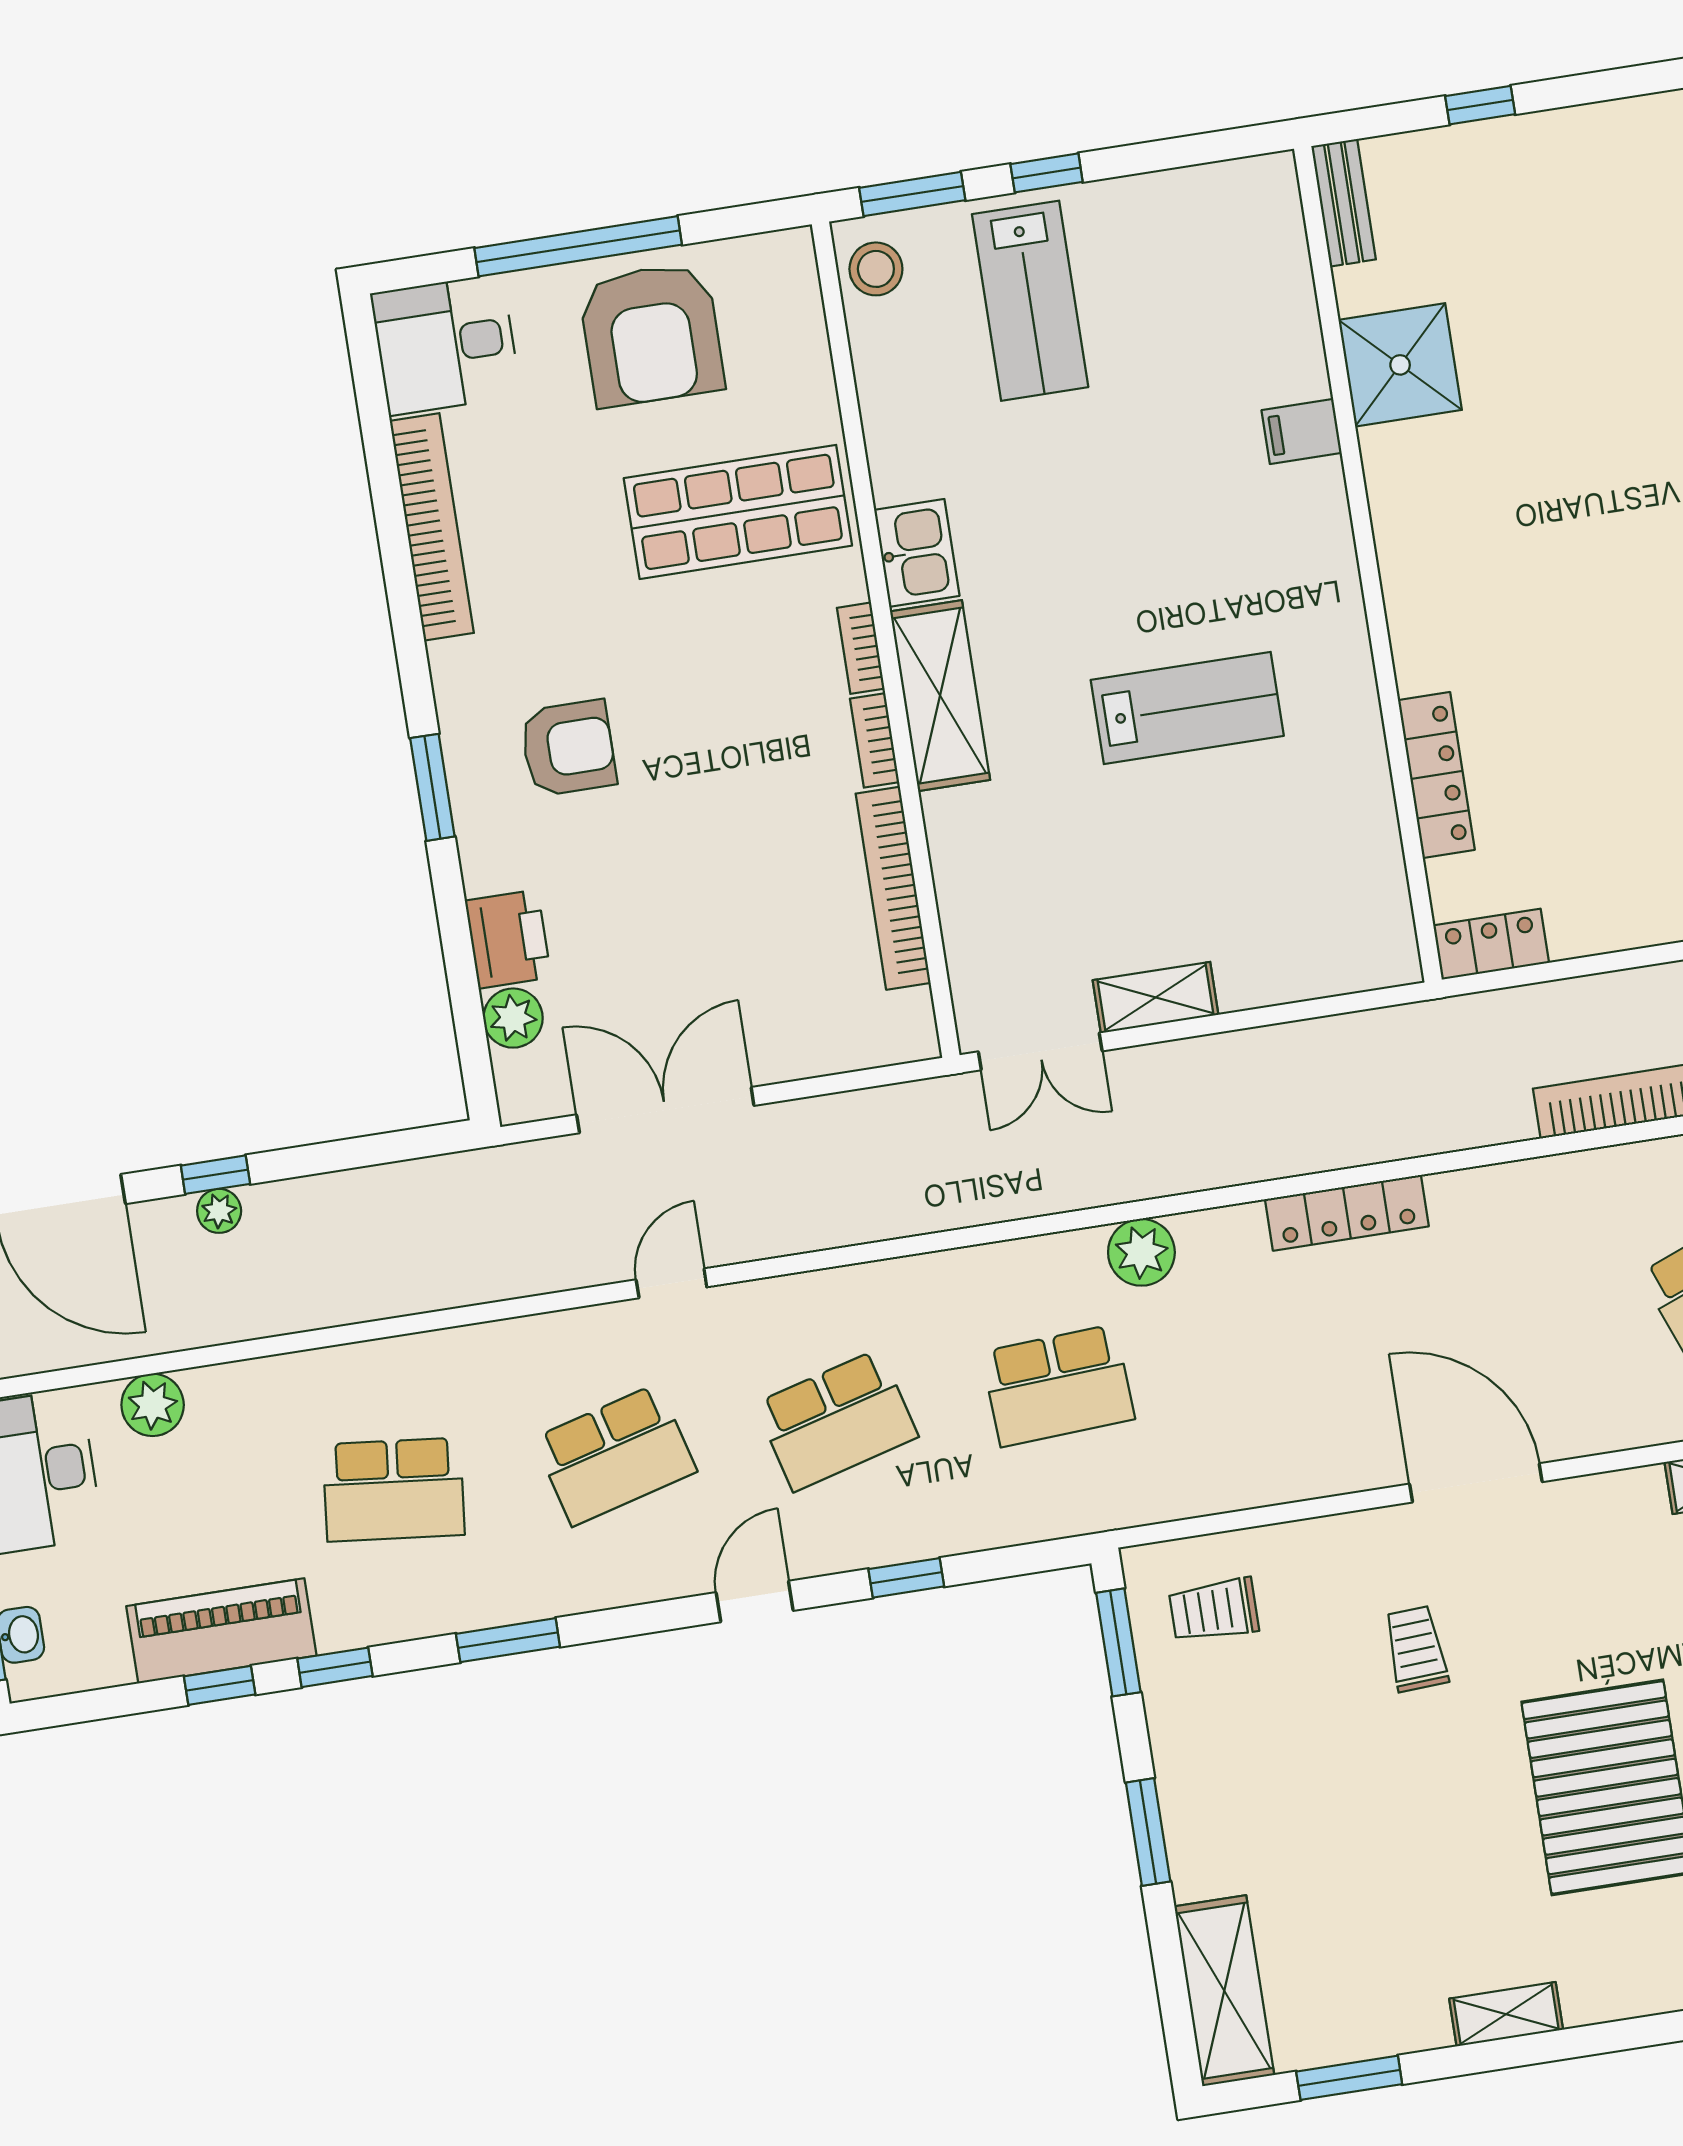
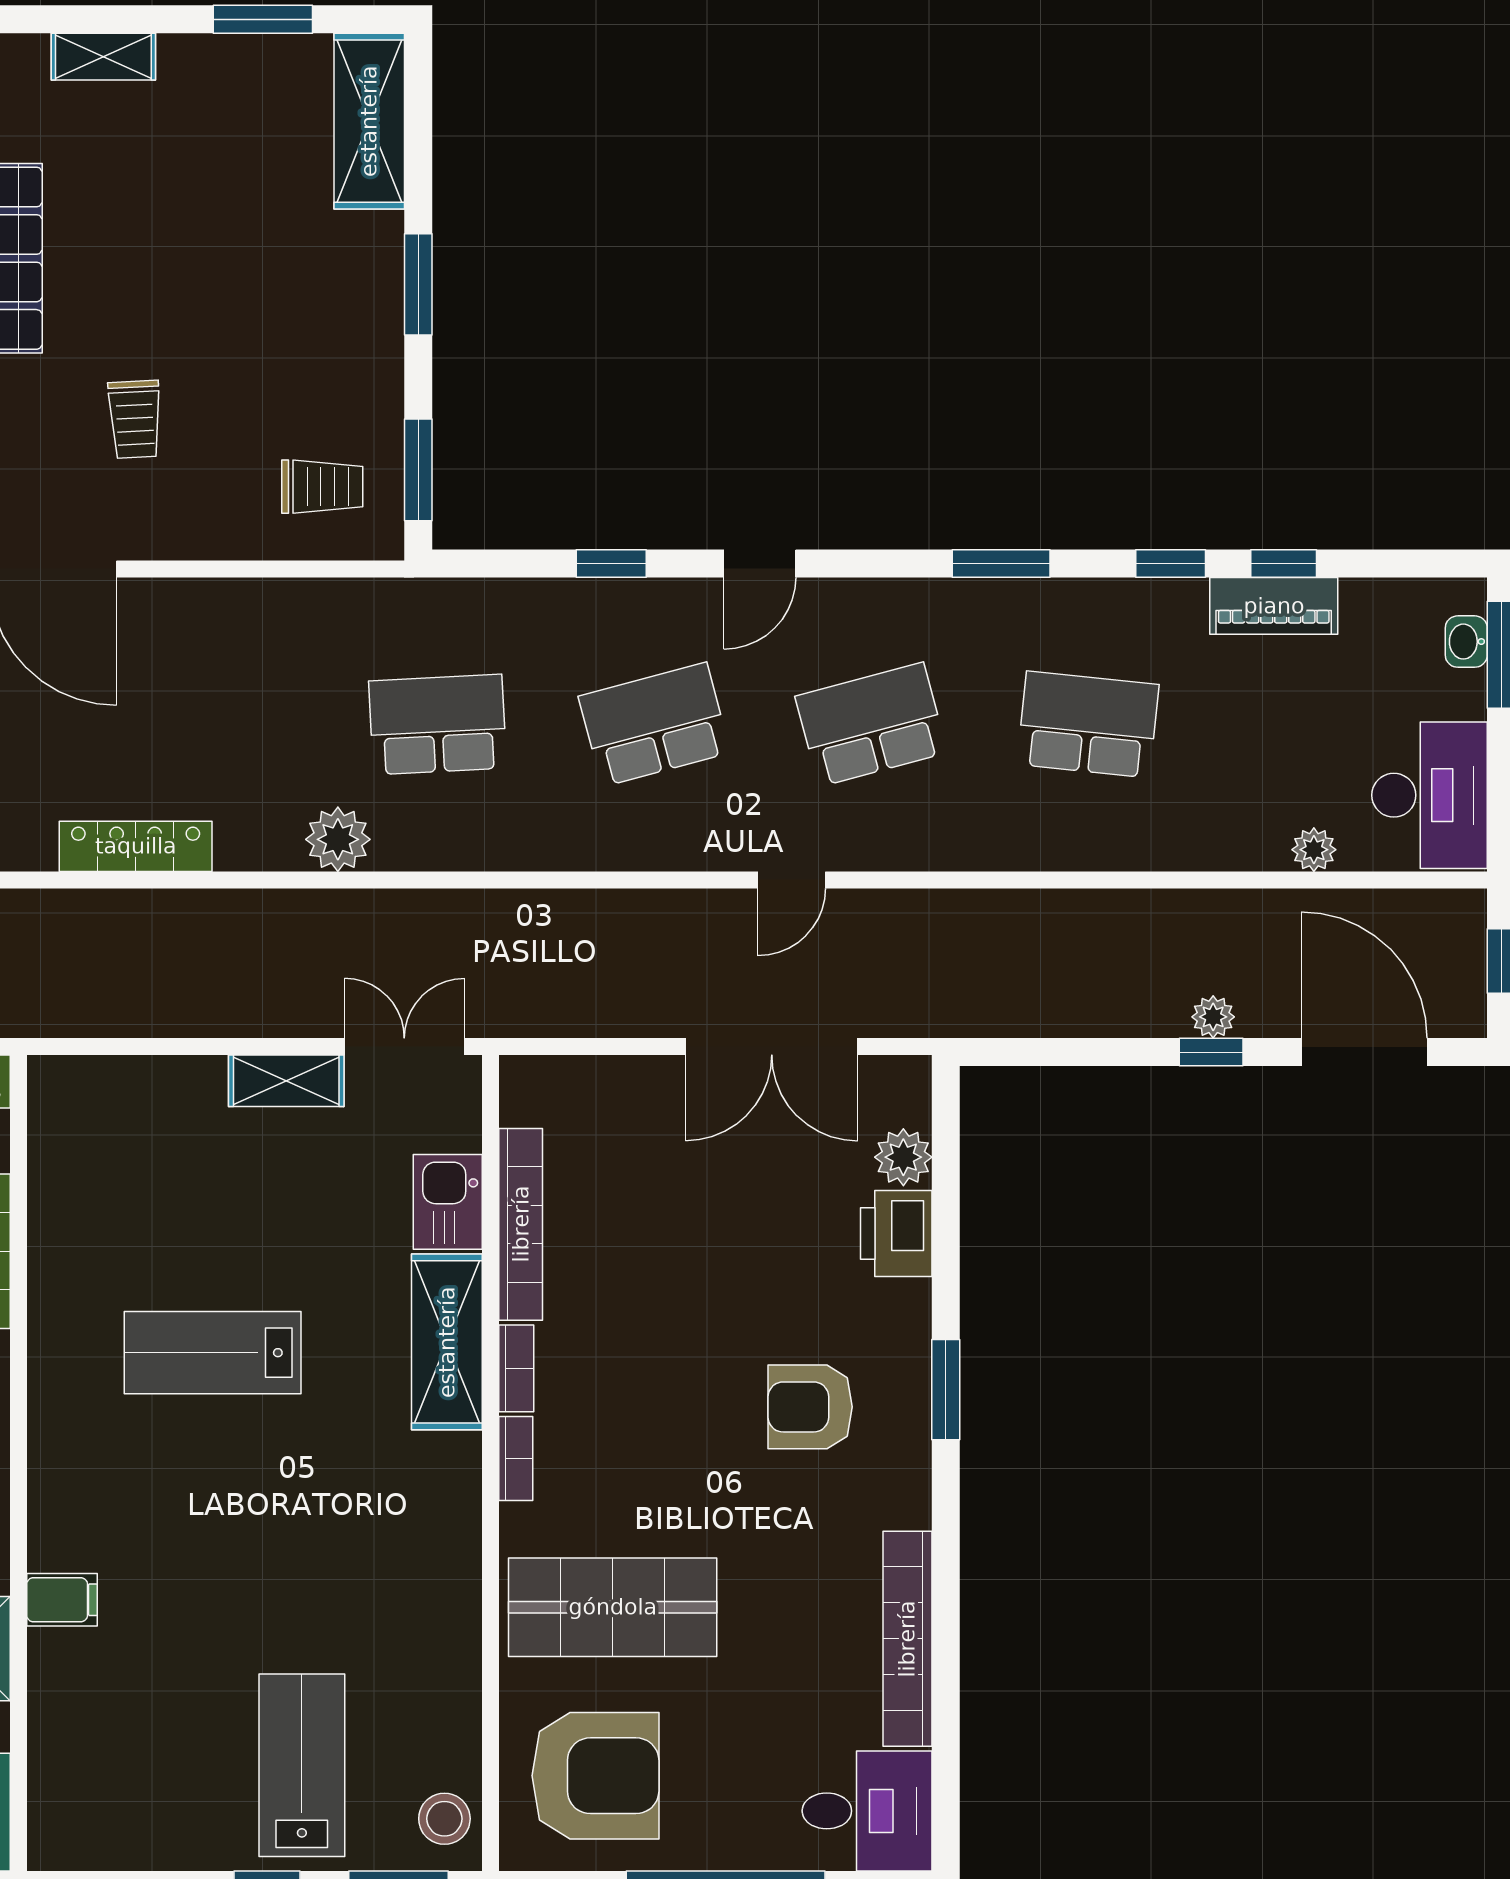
armchair: (651, 334) -> (595, 1776), moved, turned 90
kitchen sink: (917, 553) -> (448, 1202), moved
shelving: (940, 696) -> (447, 1342), moved
plant: (153, 1405) -> (1314, 850), width x0.73, depth x0.73
piano: (221, 1631) -> (1274, 606), width x0.73, depth x0.75

